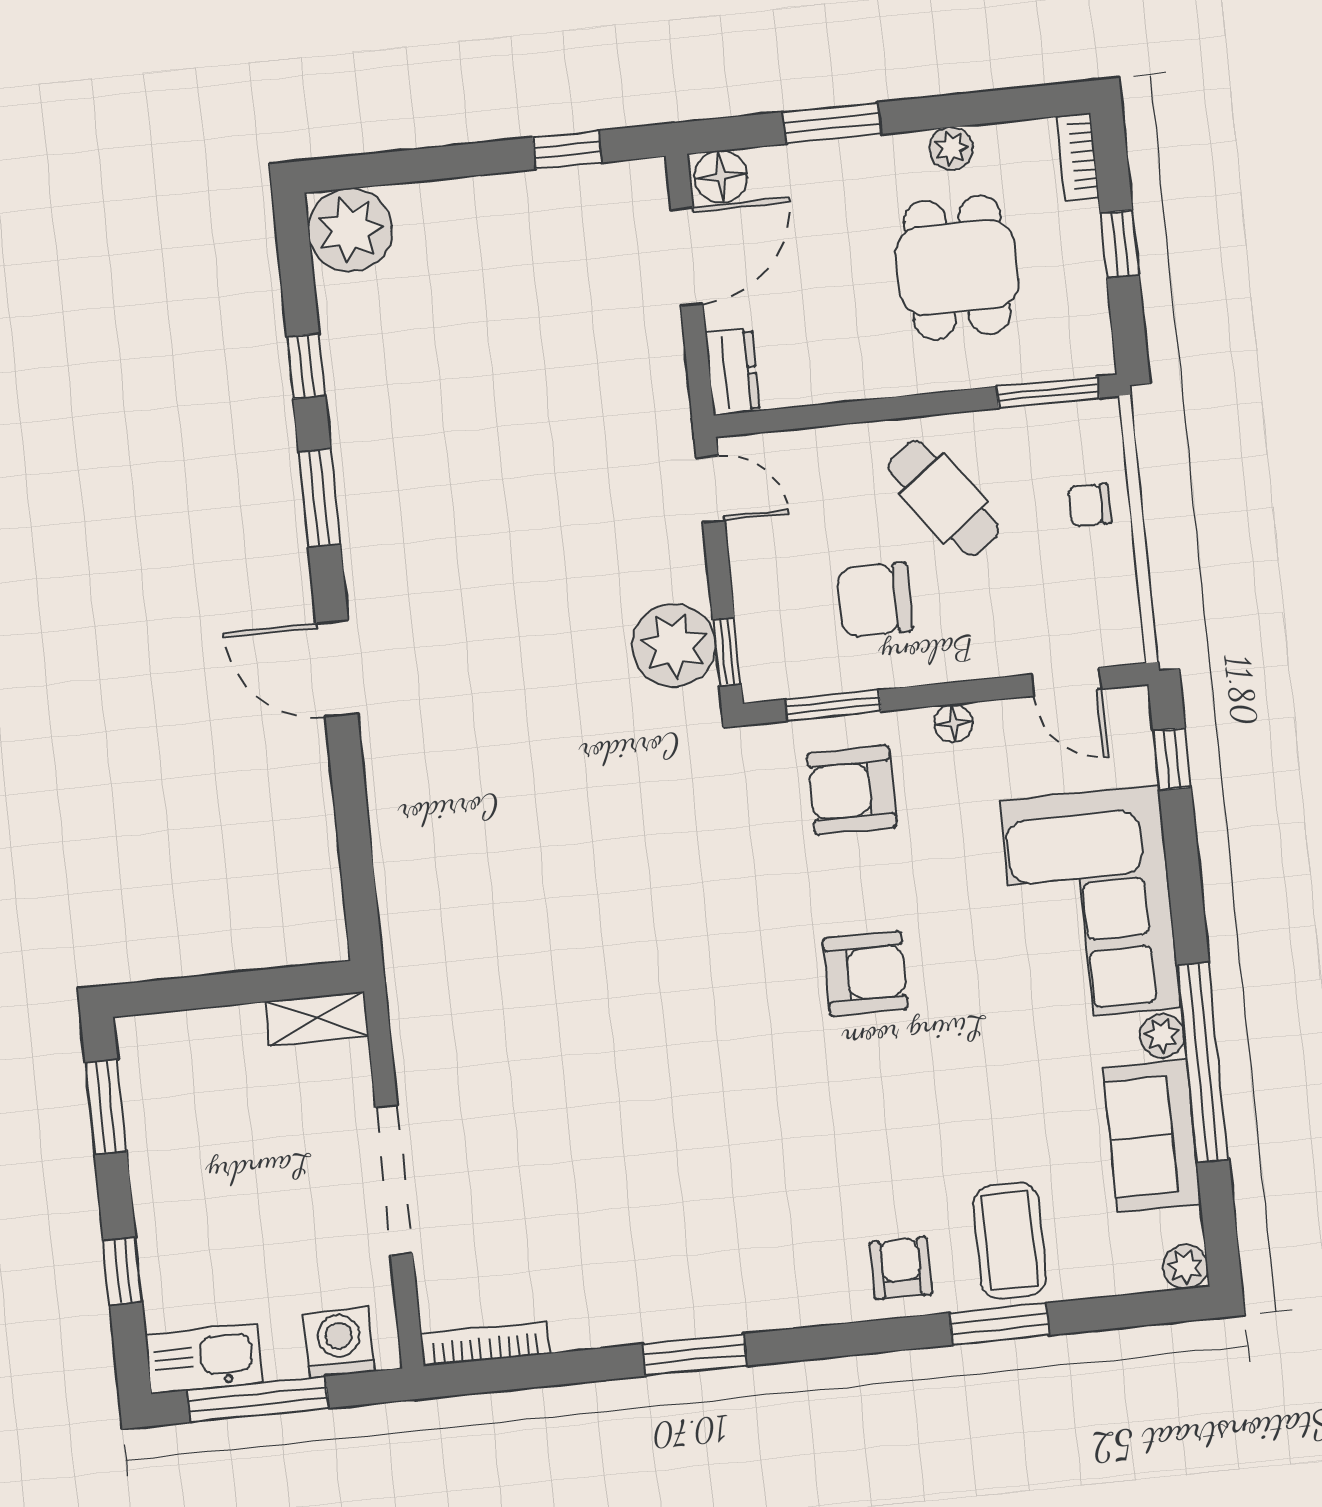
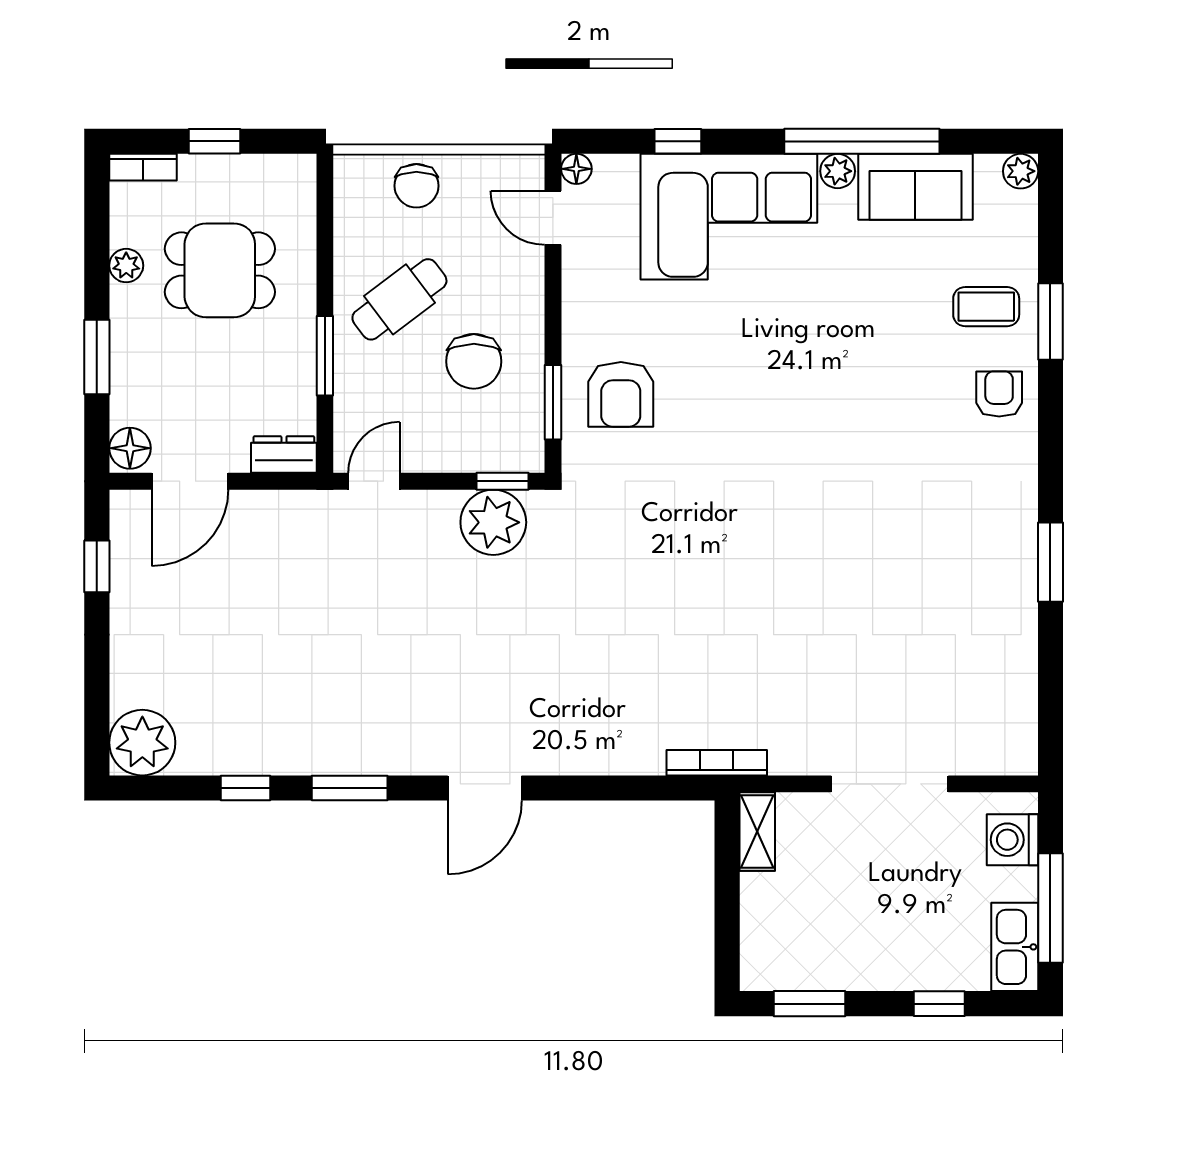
door: (687, 257) -> (190, 481), swing flipped
window: (1048, 392) -> (325, 356), moved
chair: (1089, 505) -> (416, 186), width x1.37, depth x1.37
door: (1066, 682) -> (553, 218), swing flipped
floor lamp: (953, 723) -> (576, 169), moved
window: (1172, 759) -> (678, 141), moved
armchair: (865, 973) -> (765, 398), removed
coffee table: (1010, 1241) -> (986, 307), width x0.73, depth x0.77
armchair: (901, 1268) -> (999, 394), turned 90
bookcase: (485, 1344) -> (717, 763), moved, turned 90

